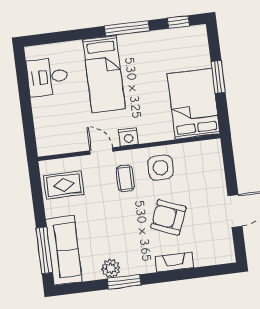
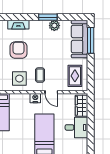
desk: (47, 77) -> (76, 127), moved
wardrobe: (46, 134) -> (81, 106), added
rug: (64, 185) -> (75, 76), turned 90
armchair: (168, 217) -> (18, 50), turned -112

